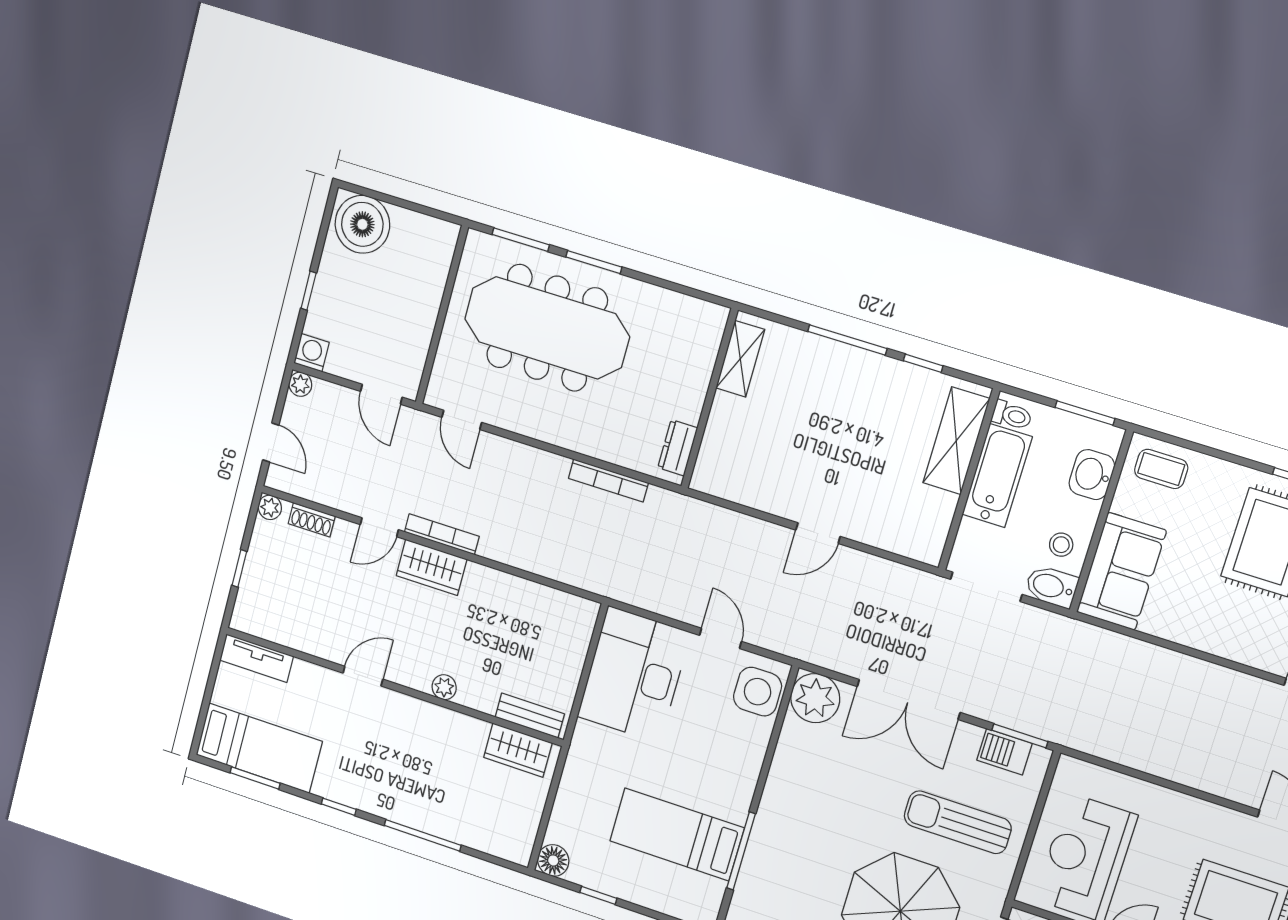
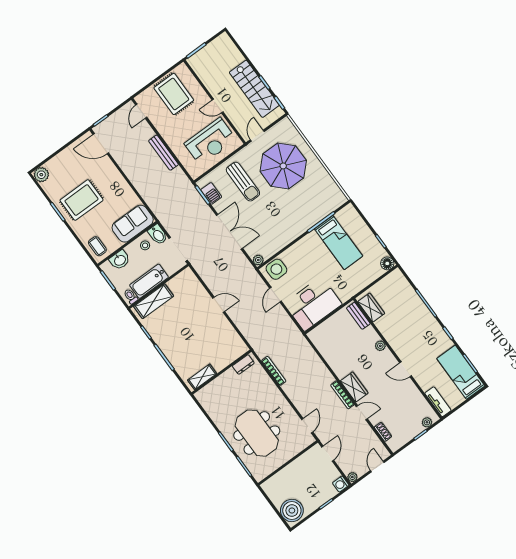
meeting table: (547, 328) -> (257, 433), width x0.73
plant: (270, 507) -> (427, 422), moved
plant: (815, 698) -> (258, 260), width x0.53, depth x0.53
bench: (1167, 766) -> (163, 153), added

